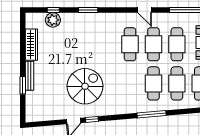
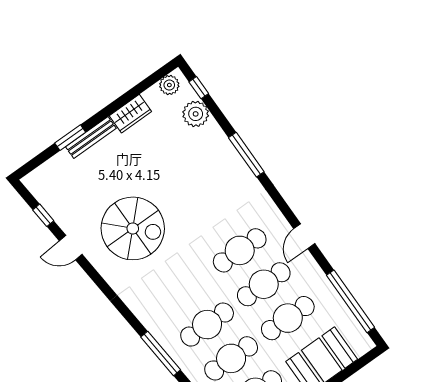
window: (53, 10) -> (199, 88), moved
window: (88, 10) -> (246, 155), width x1.44
plant: (31, 23) -> (169, 85), added
wardrobe: (31, 45) -> (130, 114), width x0.67
window: (92, 119) -> (43, 215), moved

